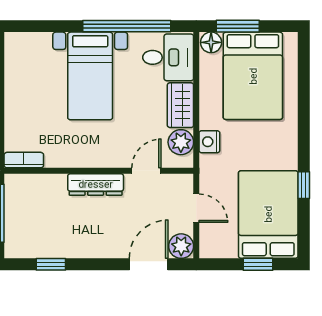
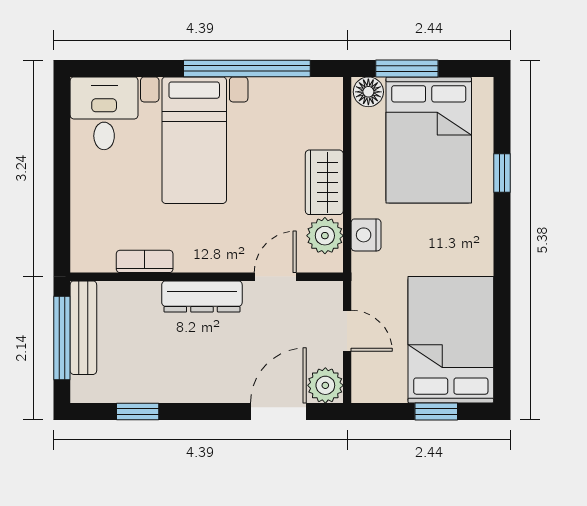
desk: (168, 57) -> (104, 113), moved, turned -90
bookcase: (24, 160) -> (145, 261), moved
window: (304, 185) -> (502, 173), moved
bench: (13, 206) -> (83, 328), added

